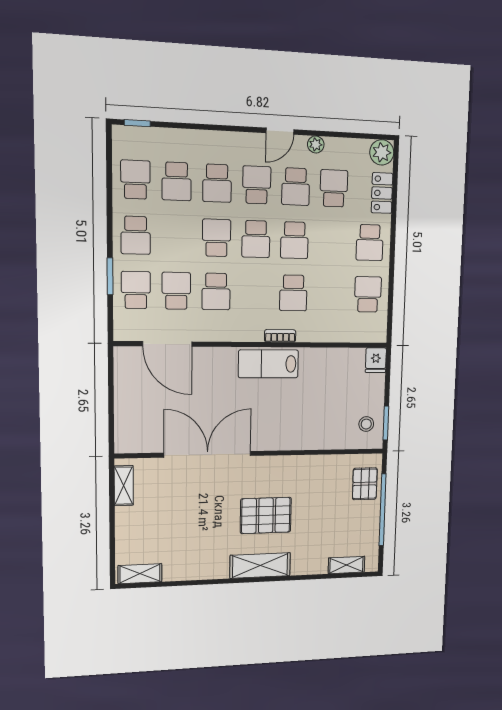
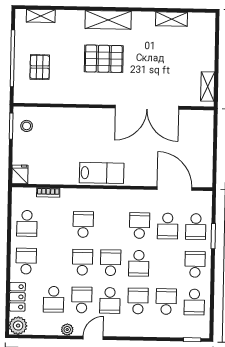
bookcase: (280, 336) -> (48, 192), moved
pallet: (365, 484) -> (40, 67), moved
shelving: (140, 574) -> (172, 19), moved

